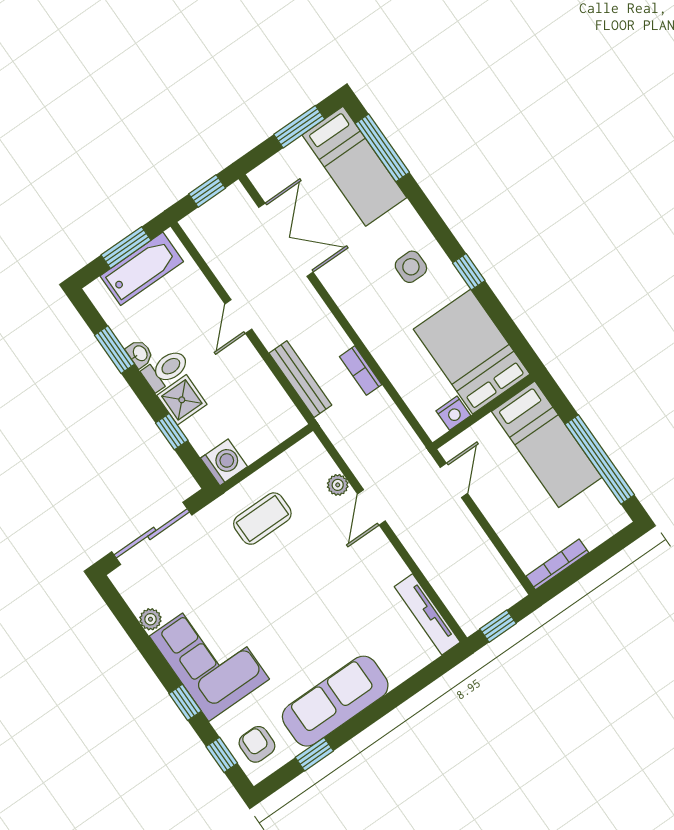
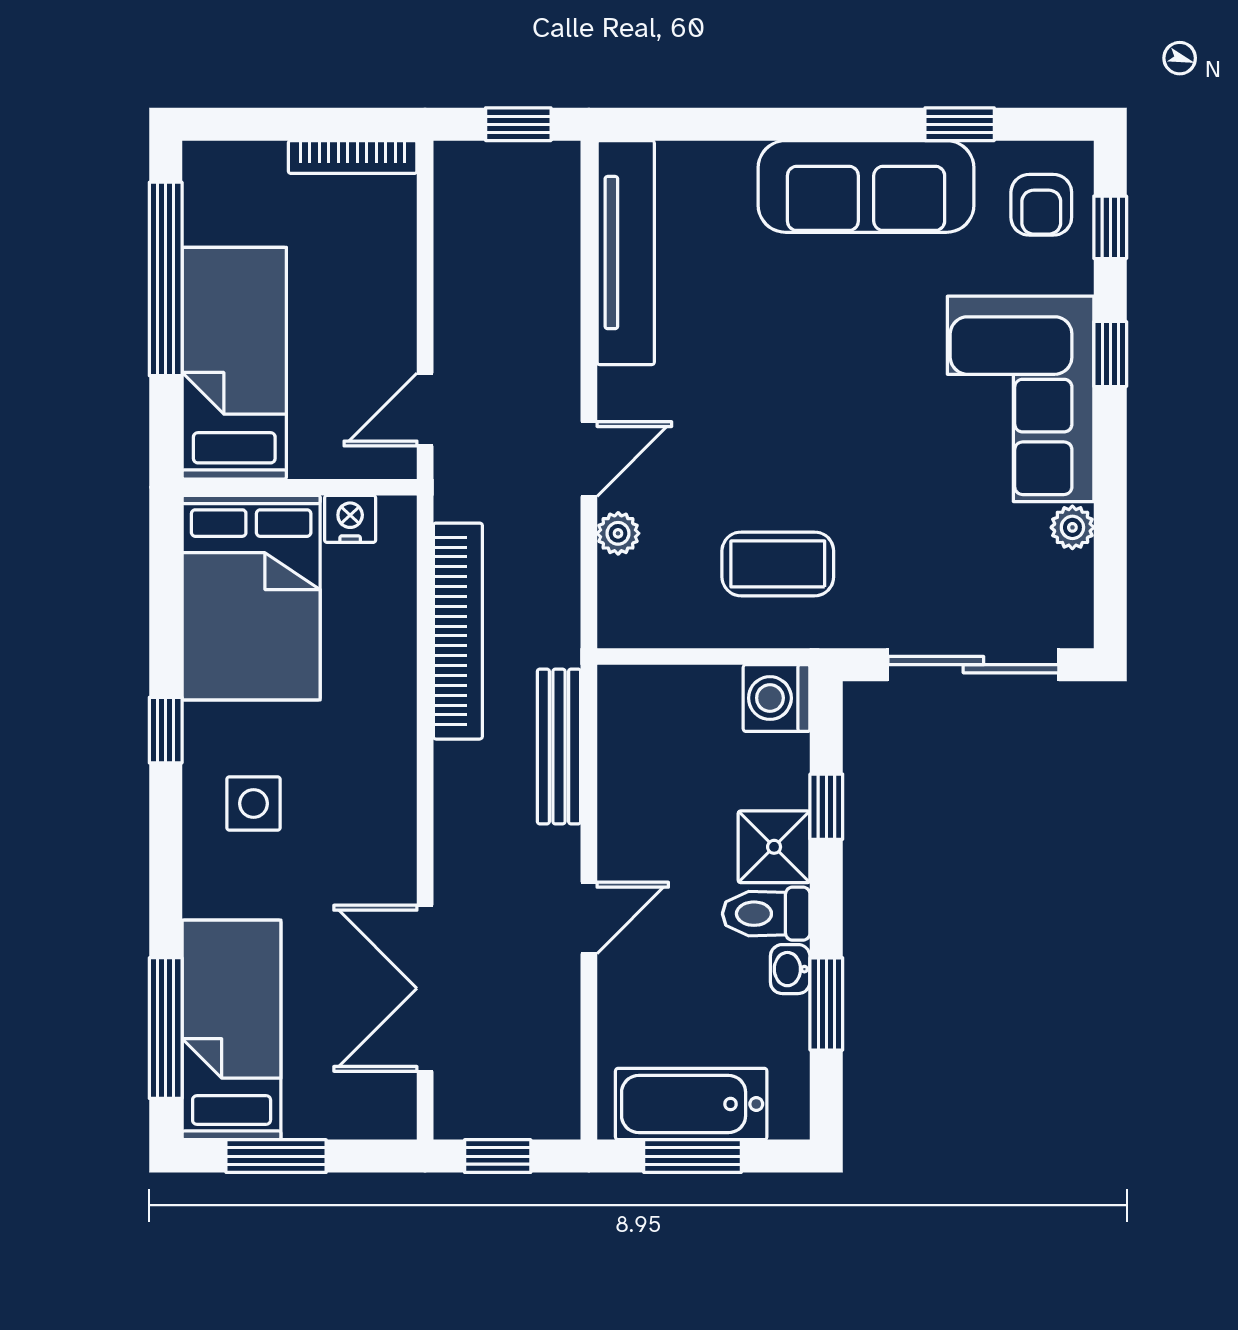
bookcase: (361, 371) -> (458, 631), width x2.31, depth x1.31
tv unit: (427, 614) -> (626, 253), width x1.36, depth x1.29

